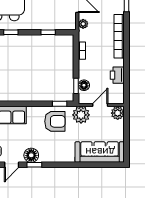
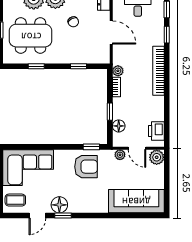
plant: (83, 24) -> (118, 71), moved
printer: (117, 75) -> (156, 131), moved
window: (76, 86) -> (110, 112), moved
door: (100, 105) -> (137, 148), swing flipped
plant: (81, 115) -> (120, 155), width x0.53, depth x0.53

